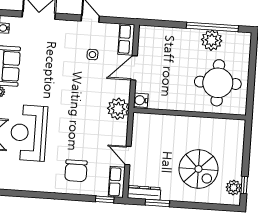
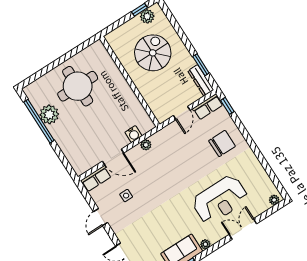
plant: (118, 109) -> (146, 145), width x0.53, depth x0.53
wall: (190, 114) -> (130, 82), moved

